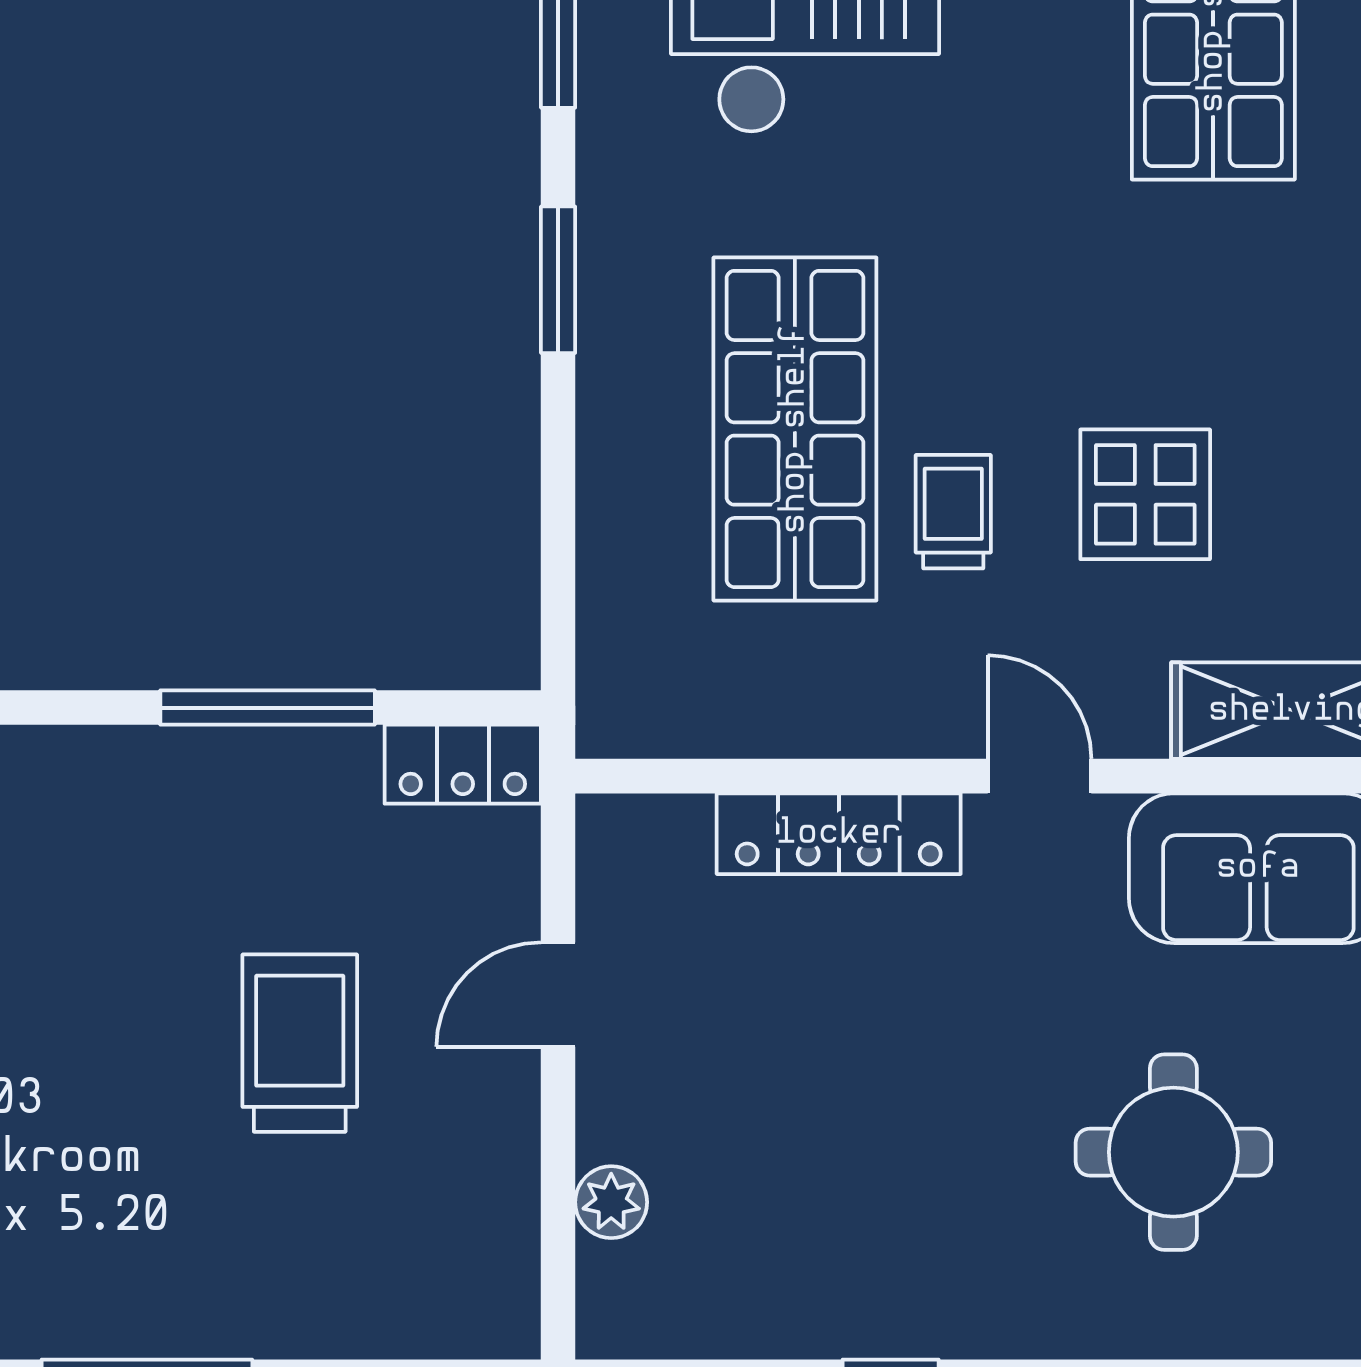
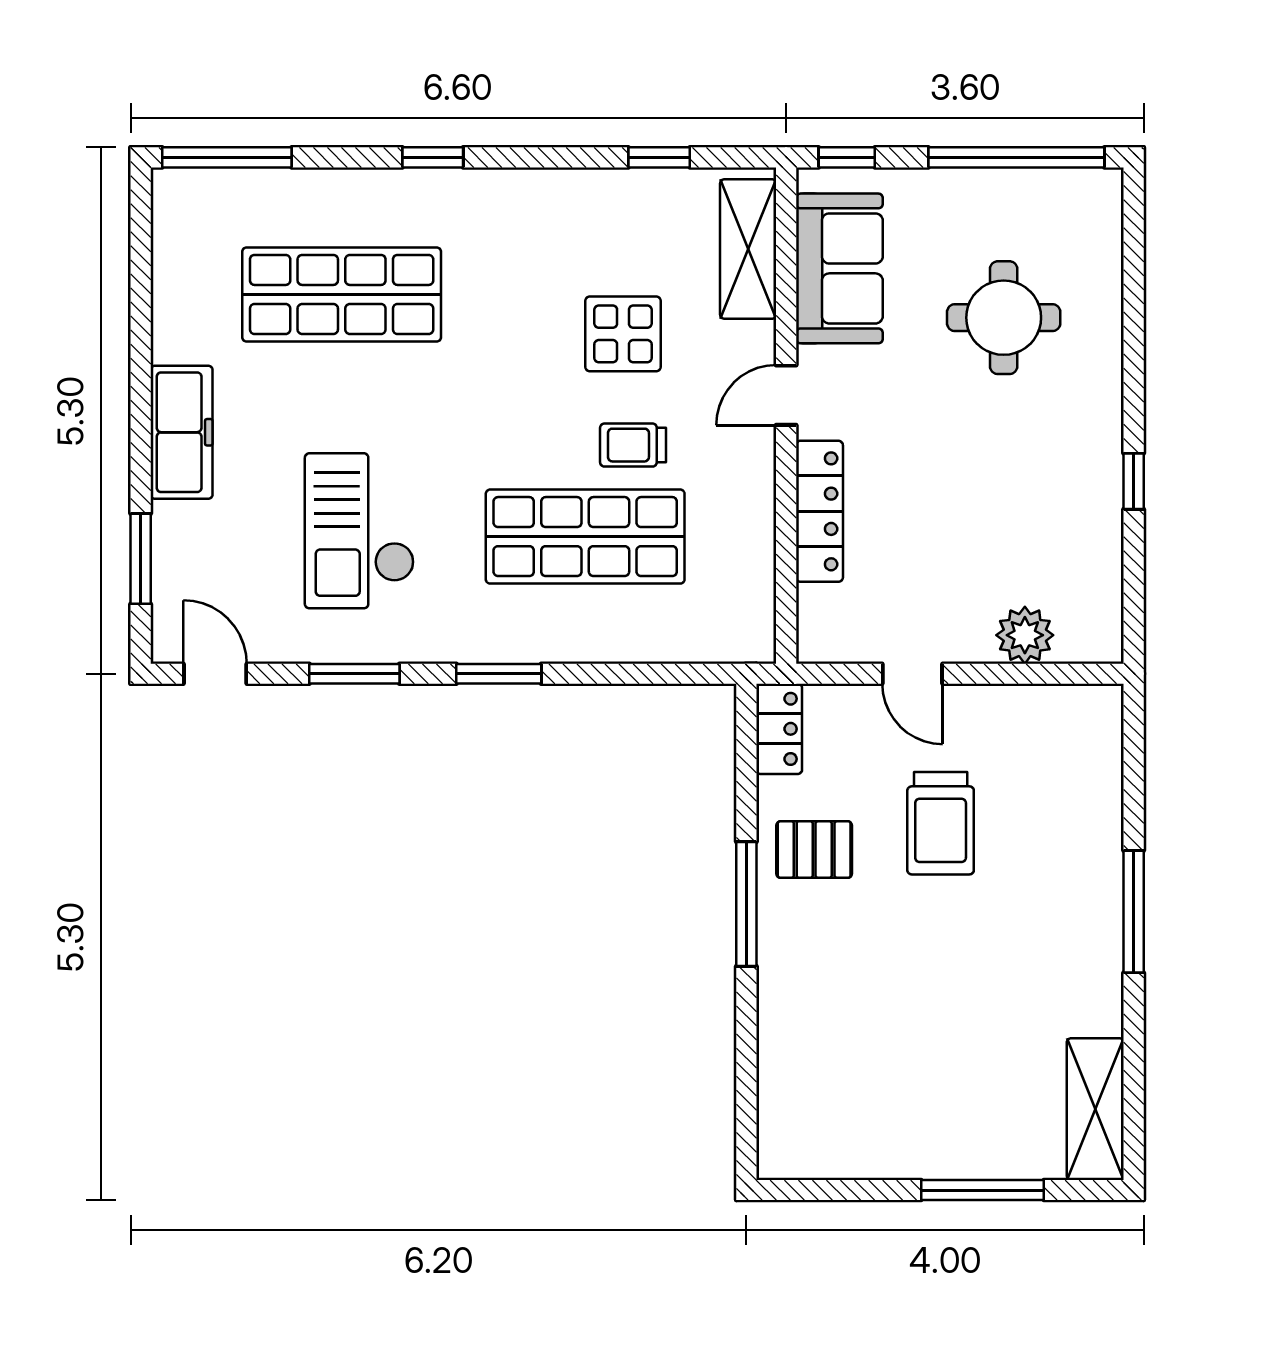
window: (268, 708) -> (746, 904), moved
pallet: (254, 825) -> (814, 850), added
trolley: (300, 1043) -> (941, 823), turned -90
plant: (611, 1202) -> (1025, 635), width x1.38, depth x1.38

